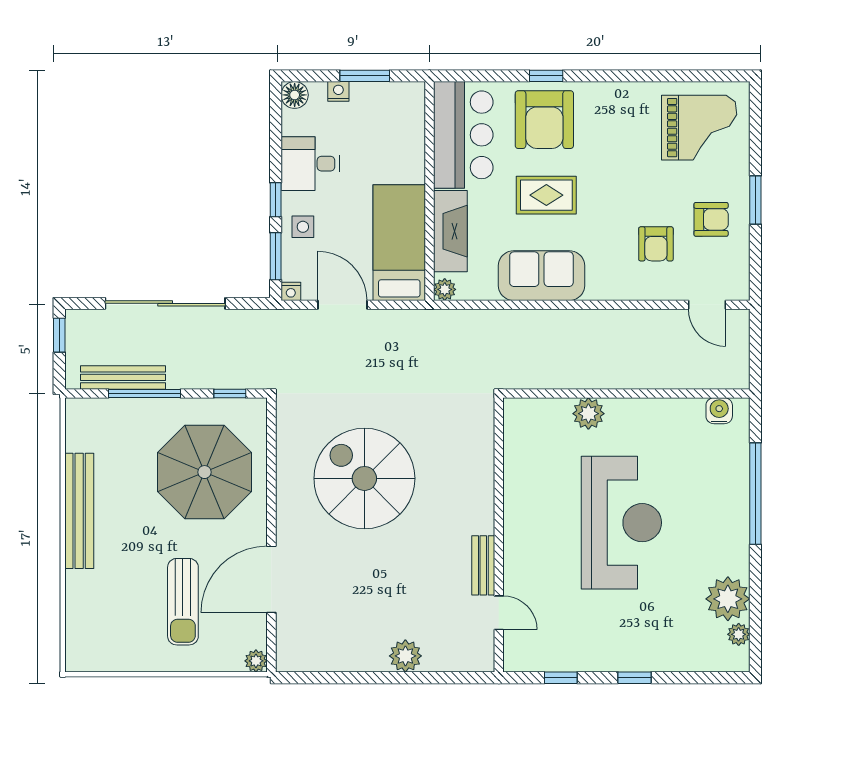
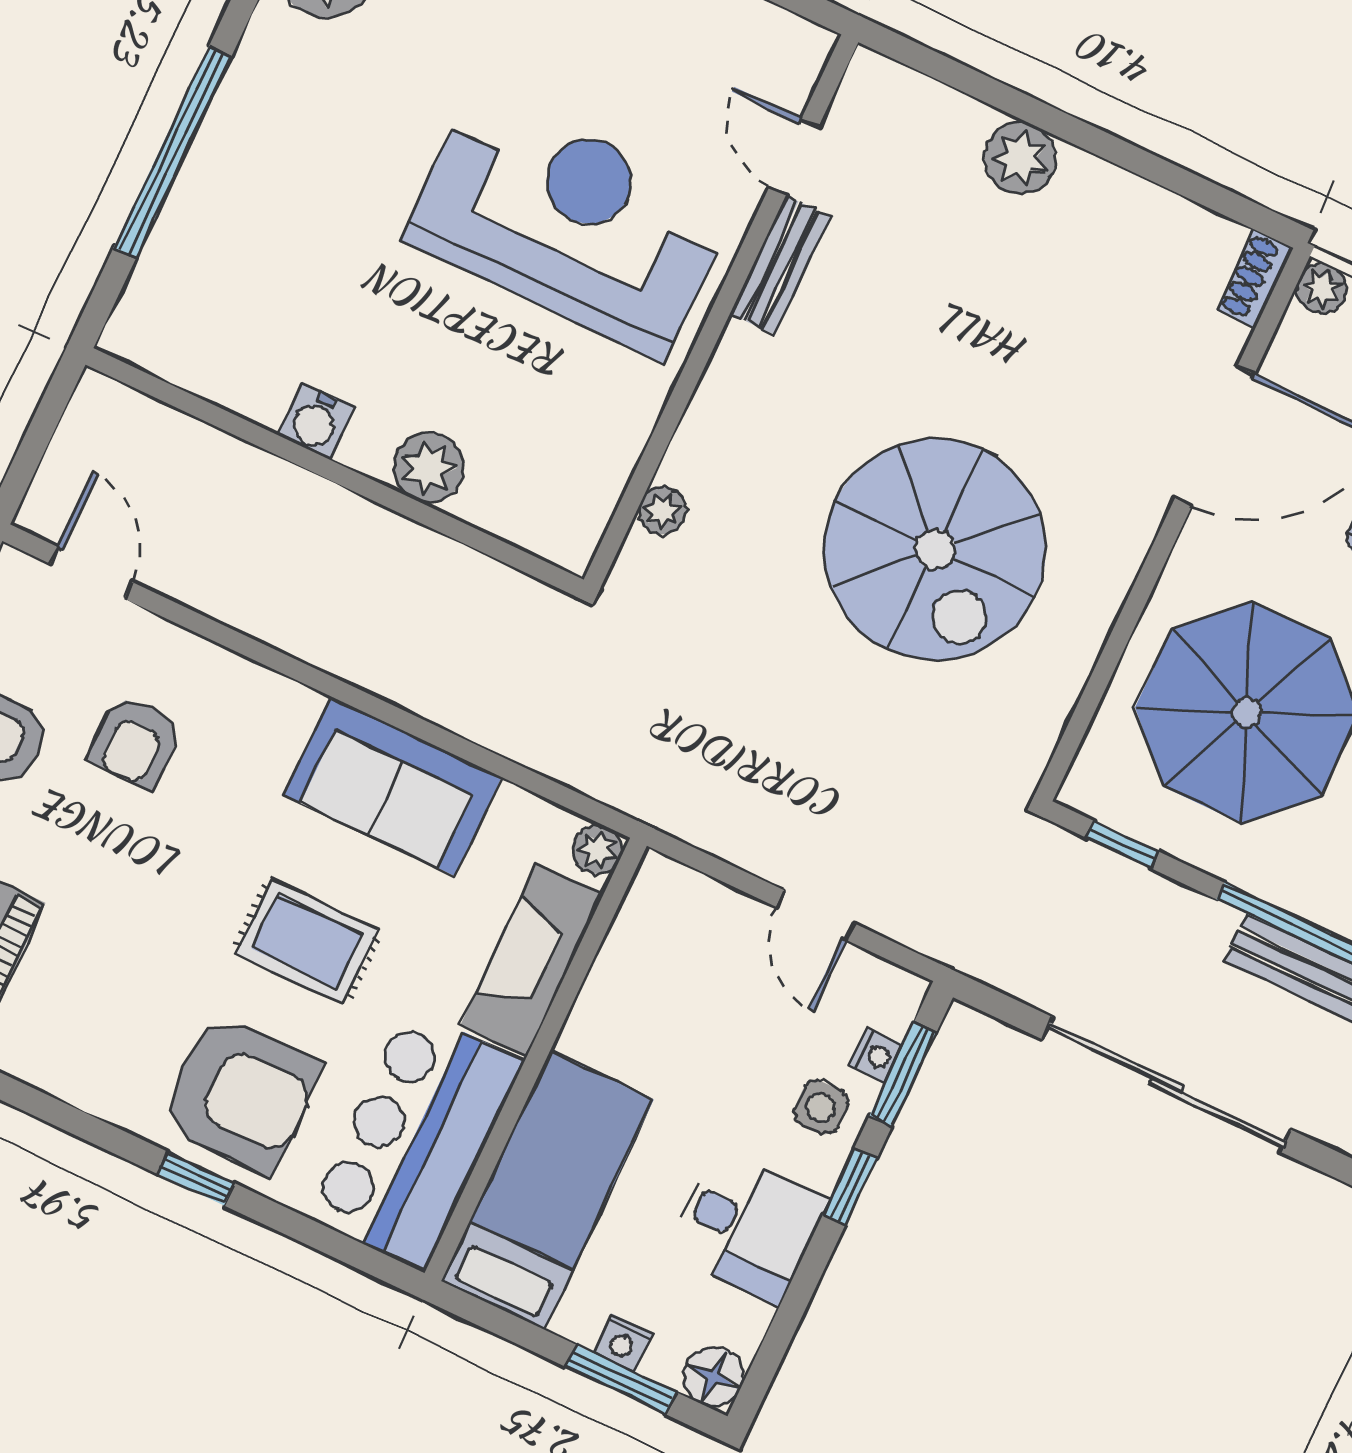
window: (365, 76) -> (621, 1379), moved
armchair: (544, 120) -> (240, 1093), turned 90
bed: (399, 243) -> (547, 1190), moved, turned 180
armchair: (656, 244) -> (135, 742), turned 180
nightstand: (291, 291) -> (876, 1055), moved, turned 90
door: (342, 305) -> (815, 915), width x0.73
water cooler: (719, 411) -> (316, 421), moved
plant: (484, 441) -> (663, 511), added
reception desk: (621, 523) -> (569, 223), moved, turned 90
shoe rack: (285, 652) -> (1255, 279), added

